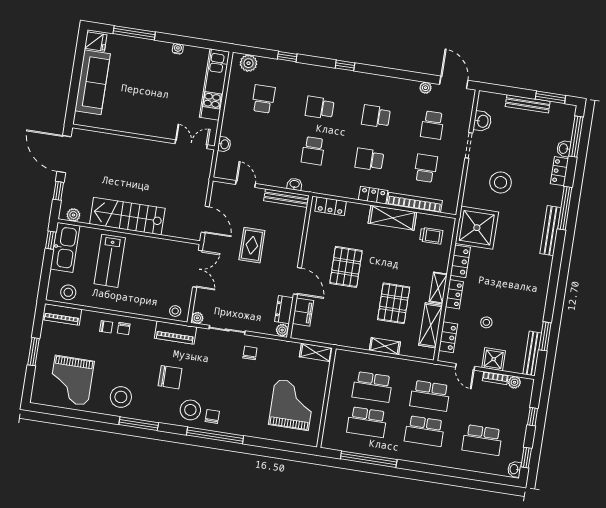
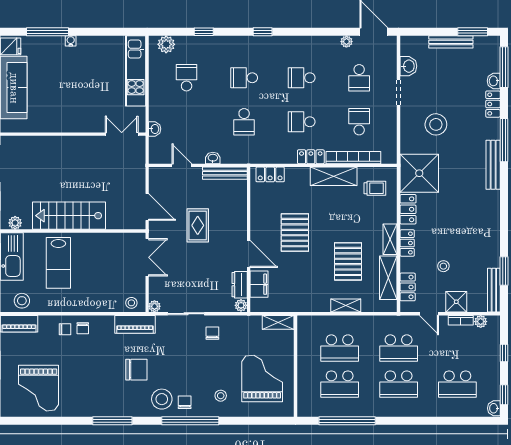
water cooler: (178, 49) -> (71, 41), moved
washbasin: (295, 184) -> (213, 158), moved
stool: (121, 397) -> (221, 396), moved, width x0.53, depth x0.53

